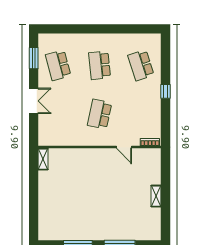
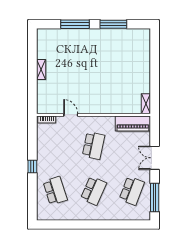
window: (34, 58) -> (155, 197), width x1.44
school desk: (58, 65) -> (132, 191), turned 36
school desk: (100, 65) -> (93, 191), turned 30
piano: (57, 138) -> (133, 124), added

